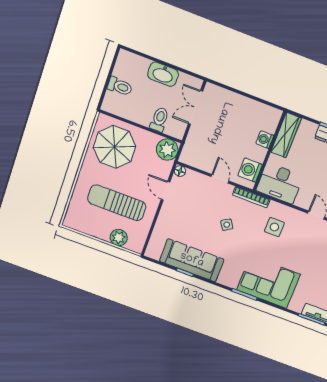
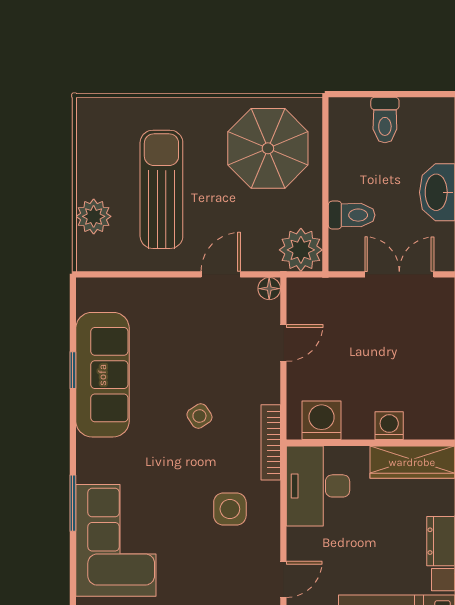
door: (220, 179) -> (283, 343), moved

